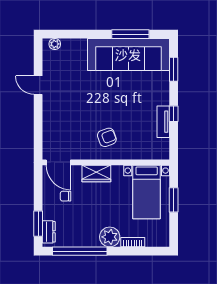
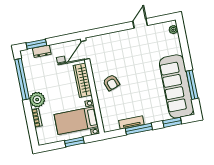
window: (174, 114) -> (139, 129), width x2.17
wardrobe: (96, 174) -> (83, 80), width x1.50
dresser: (49, 232) -> (42, 51), moved

